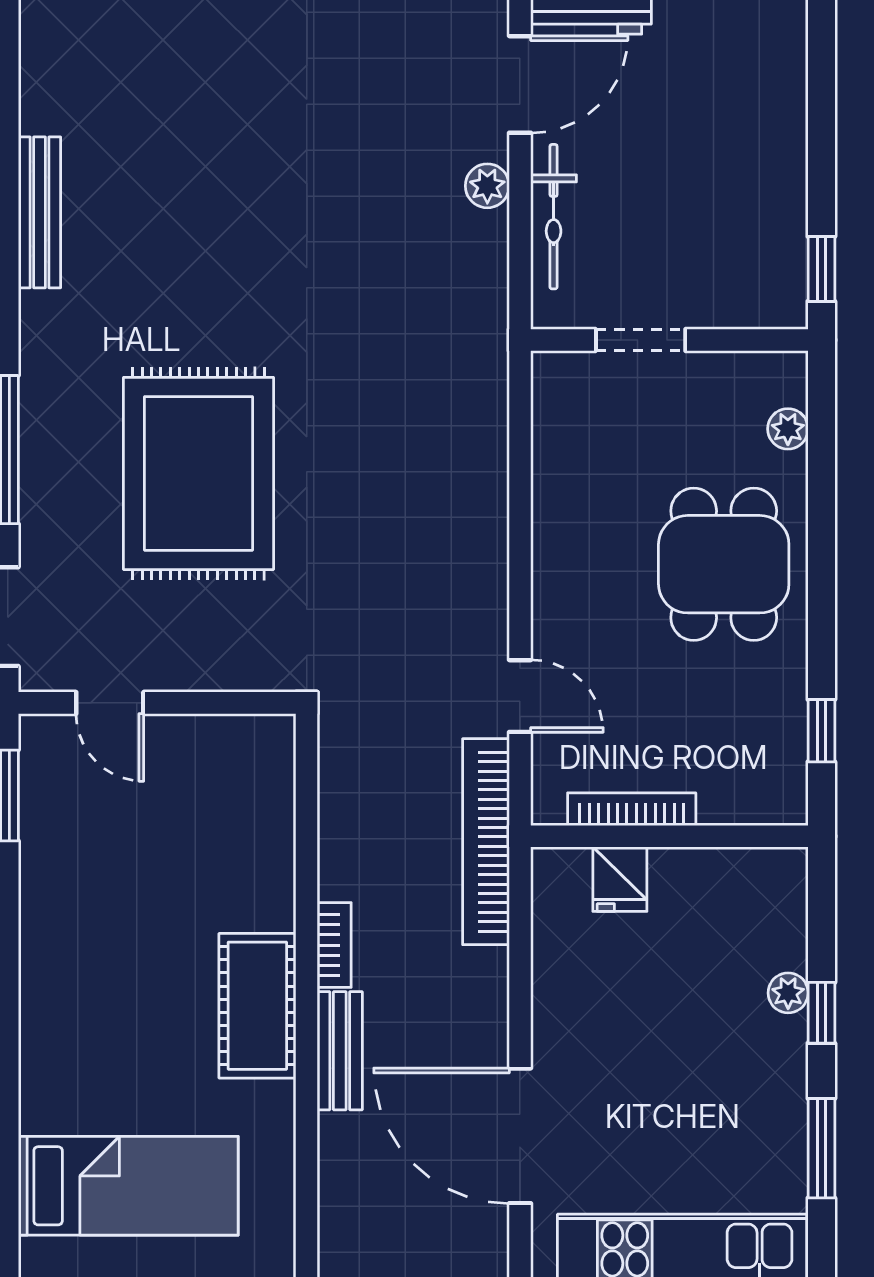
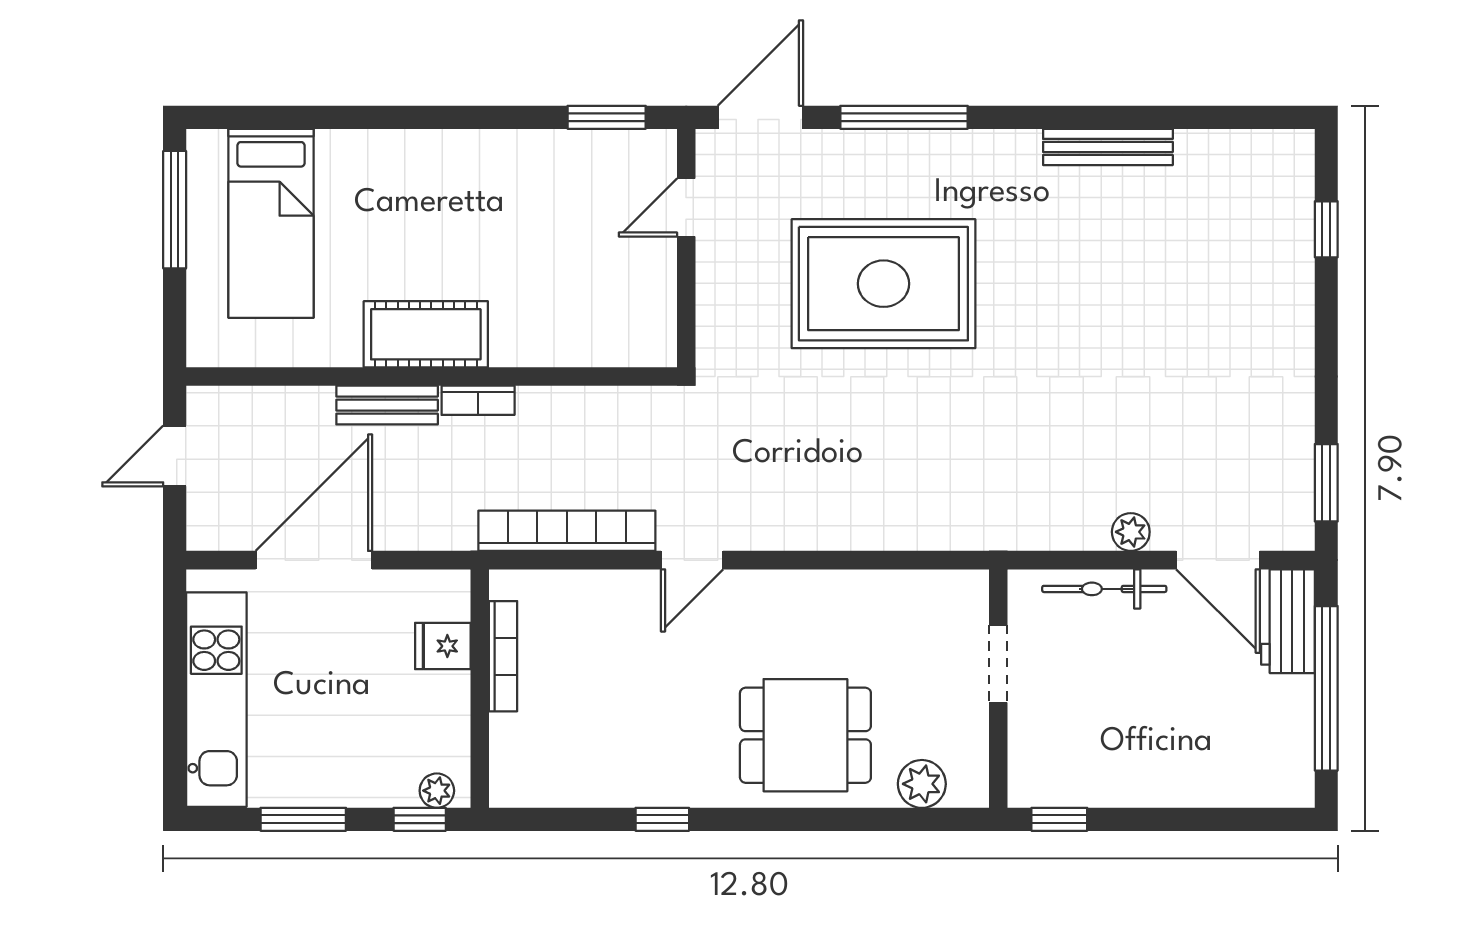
plant: (788, 429) -> (922, 784), width x1.38, depth x1.38
bookcase: (632, 809) -> (503, 656), moved
wall: (669, 836) -> (480, 689), moved
fridge: (620, 879) -> (443, 646), moved

